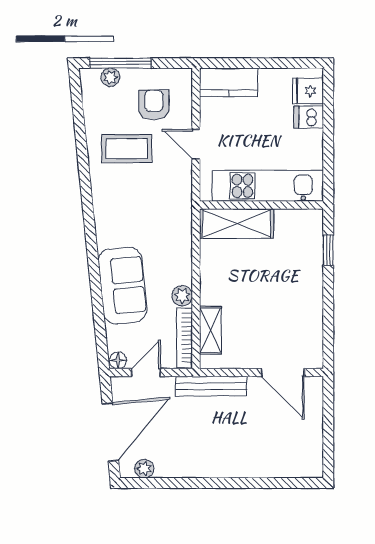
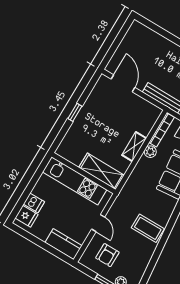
coffee table: (127, 149) -> (148, 228), moved
window: (328, 250) -> (75, 112), moved
shelving: (210, 330) -> (134, 147), moved

